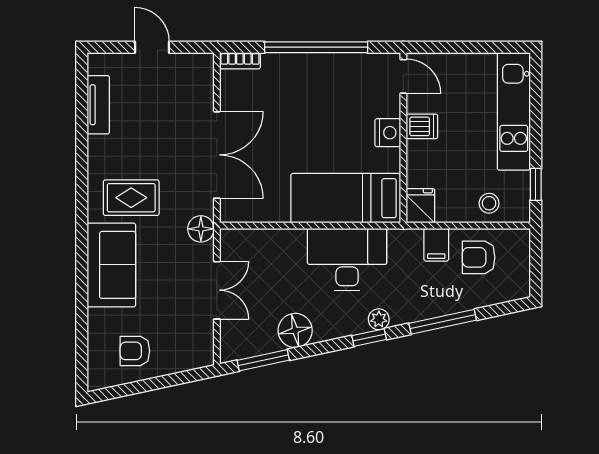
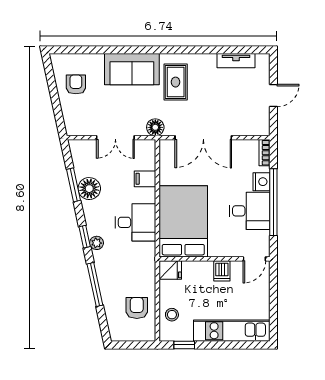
desk: (329, 84) -> (250, 211), added
nightstand: (388, 133) -> (261, 182), moved, turned -90
bed: (346, 198) -> (183, 221), width x1.50
filing cabinet: (436, 245) -> (145, 179), moved
desk: (347, 259) -> (135, 222), width x0.73
window: (263, 360) -> (74, 185), moved

